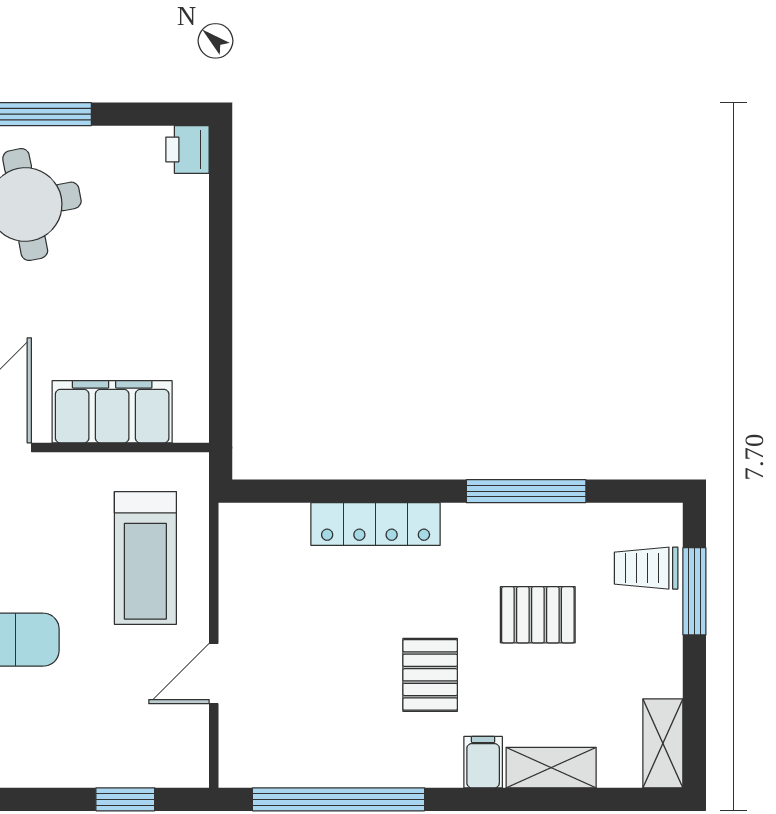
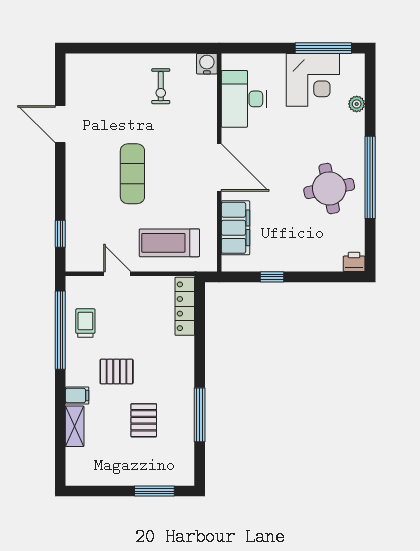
window: (221, 331) -> (272, 277), added
locker: (376, 524) -> (185, 306), moved
trolley: (646, 568) -> (85, 323), moved
shelving: (663, 743) -> (86, 477), removed

